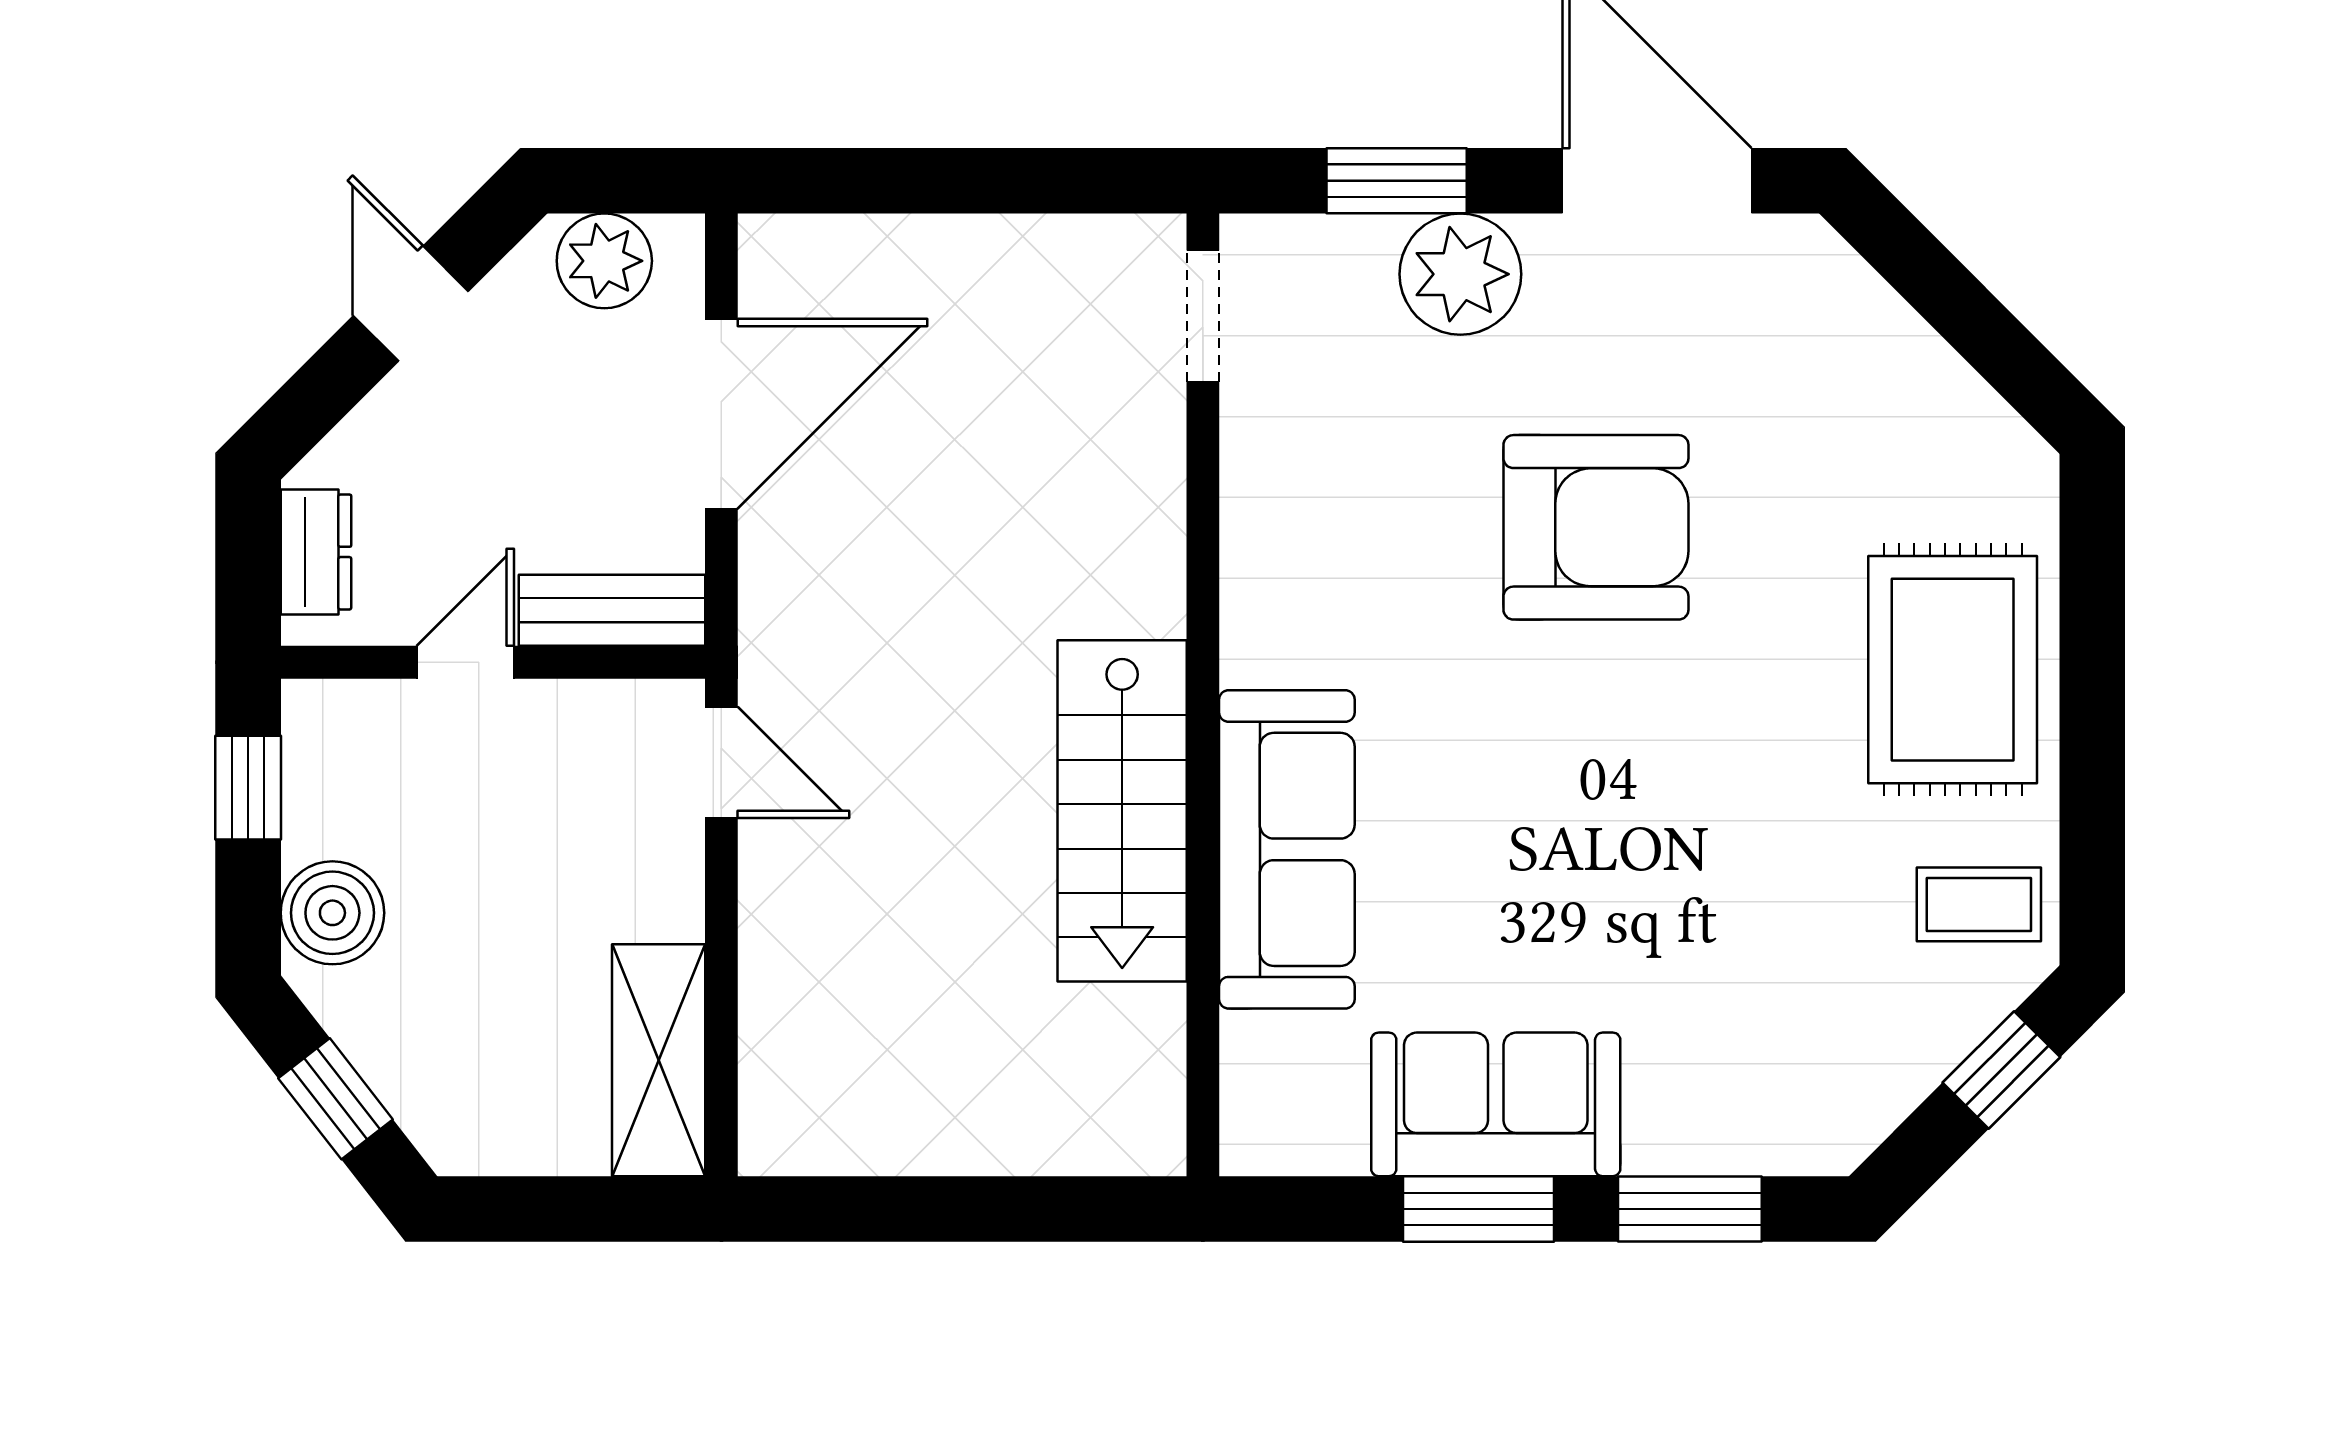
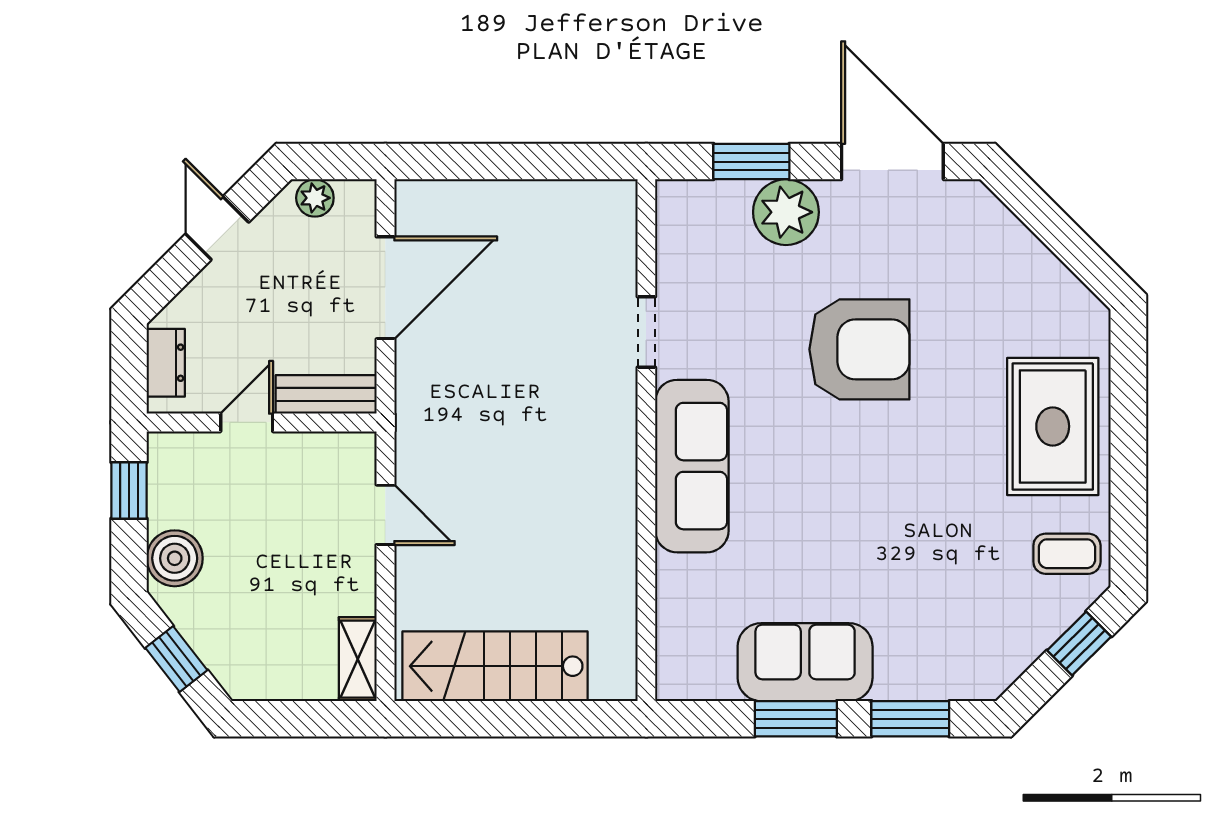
plant: (604, 261) -> (315, 198), width x0.73, depth x0.73
doorway: (1203, 316) -> (646, 332), moved
door: (721, 762) -> (385, 515), moved
stairs: (1122, 811) -> (495, 666), moved, turned 90
sofa: (1287, 849) -> (692, 466), moved
shelving: (659, 1060) -> (358, 659), width x0.67, depth x0.75

